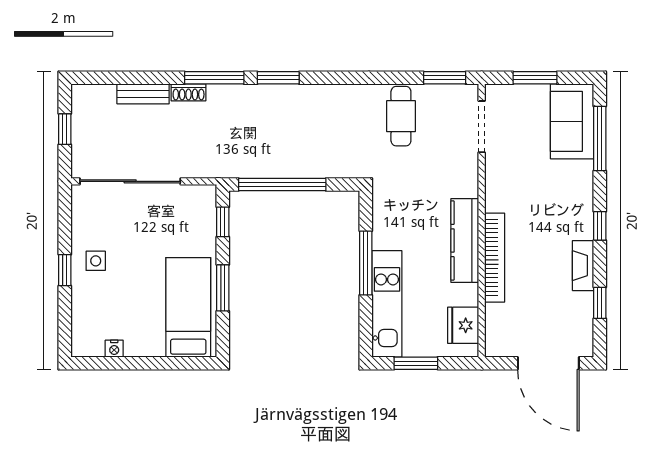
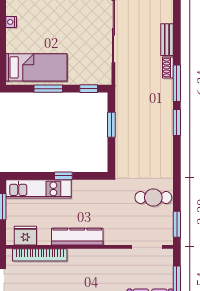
window: (282, 185) -> (111, 125), width x0.47
bookcase: (495, 258) -> (40, 255), moved
side table: (96, 261) -> (65, 11), removed
window: (366, 263) -> (63, 176), width x0.46

